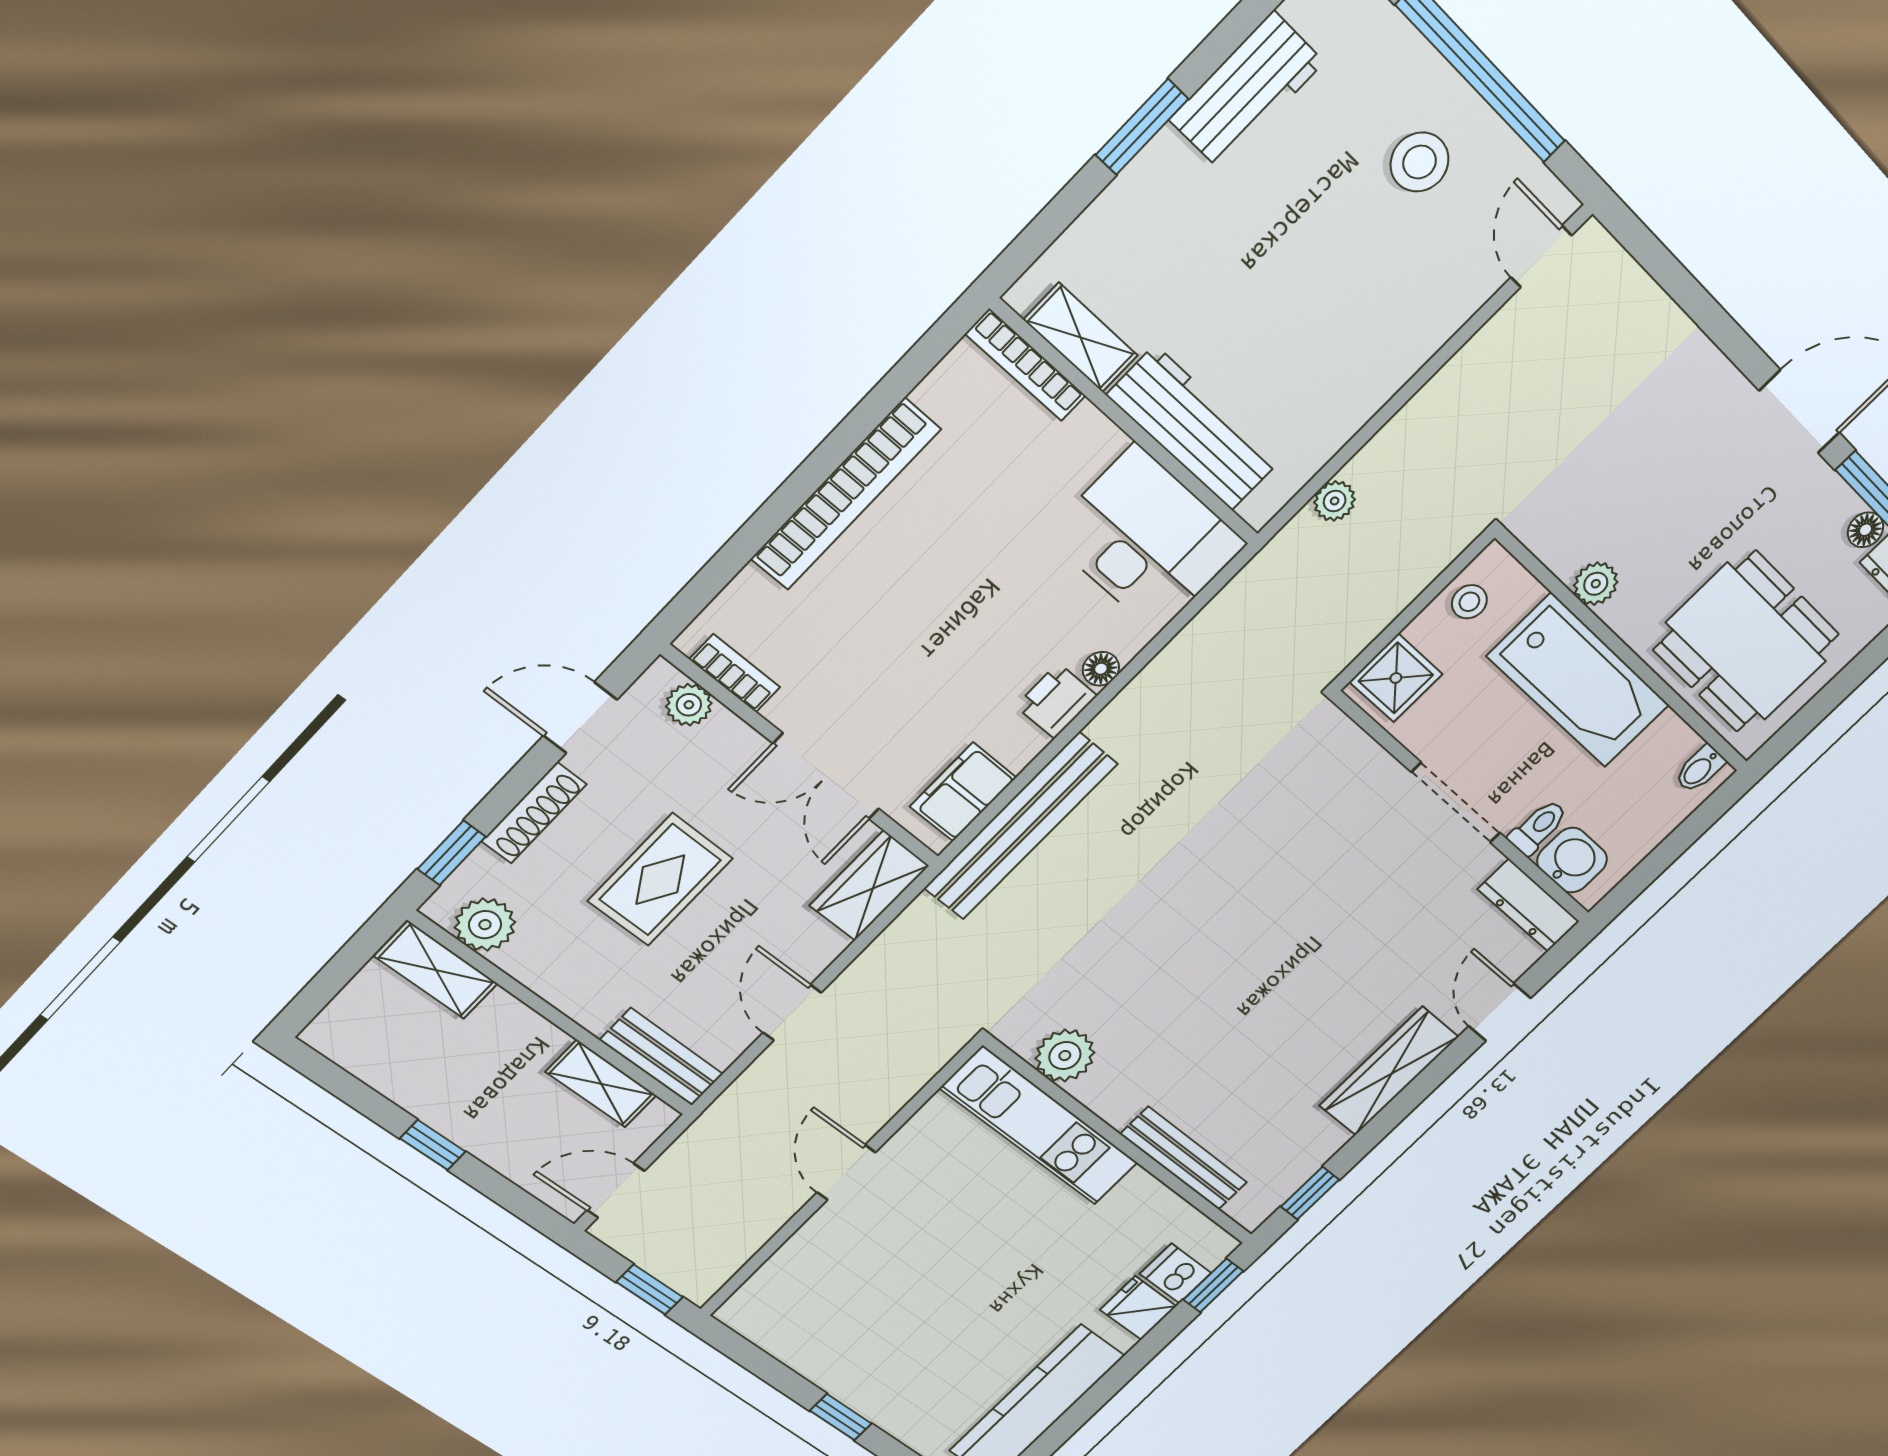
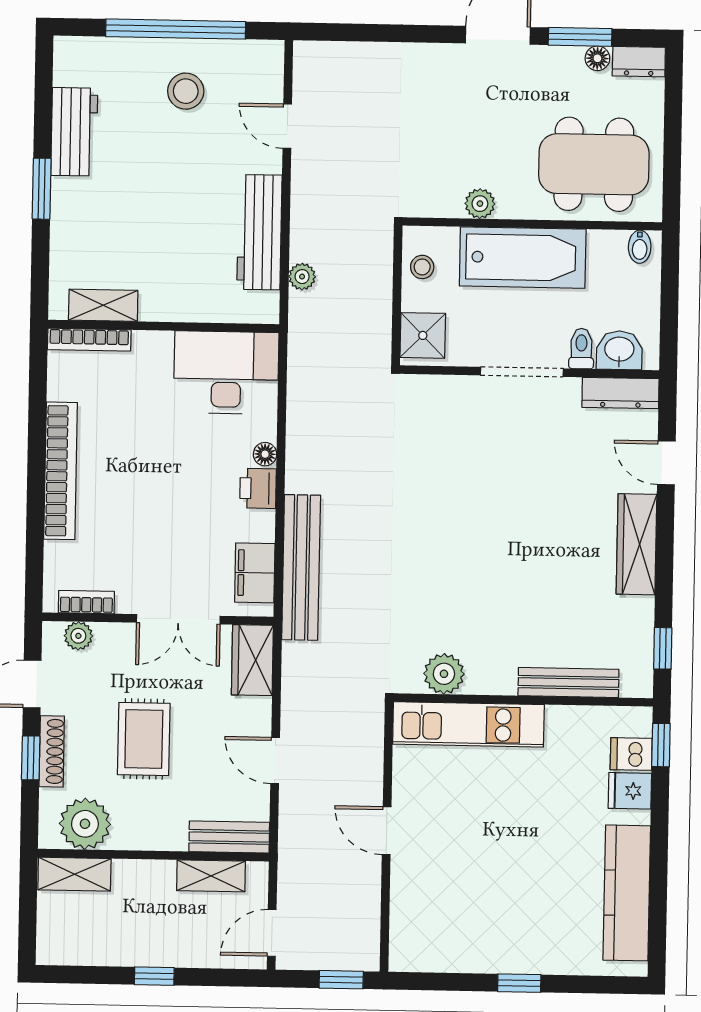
door: (1541, 256) -> (287, 126), moved
workbench: (1194, 428) -> (259, 232), moved, turned -90
window: (452, 853) -> (31, 758), moved
plant: (485, 925) -> (85, 824), width x1.36, depth x1.36

